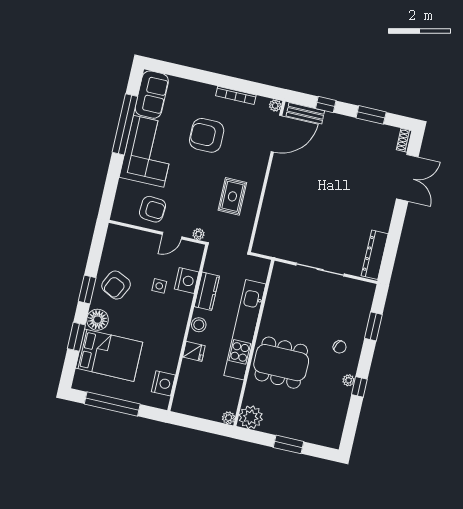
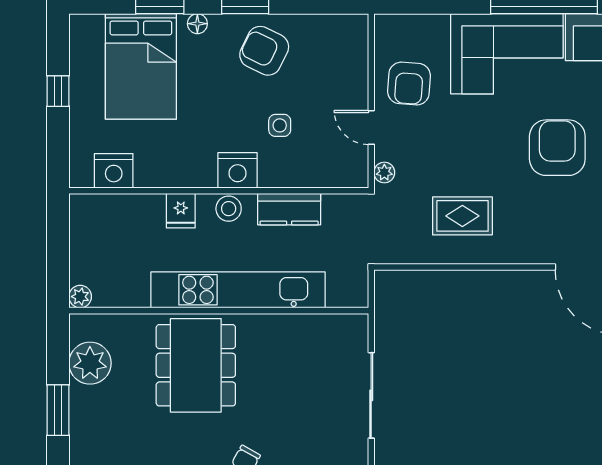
nightstand: (187, 281) -> (238, 170), moved
floor lamp: (98, 320) -> (197, 24), width x0.53, depth x0.53
window: (112, 404) -> (58, 91), width x0.32
plant: (251, 417) -> (90, 363), moved

